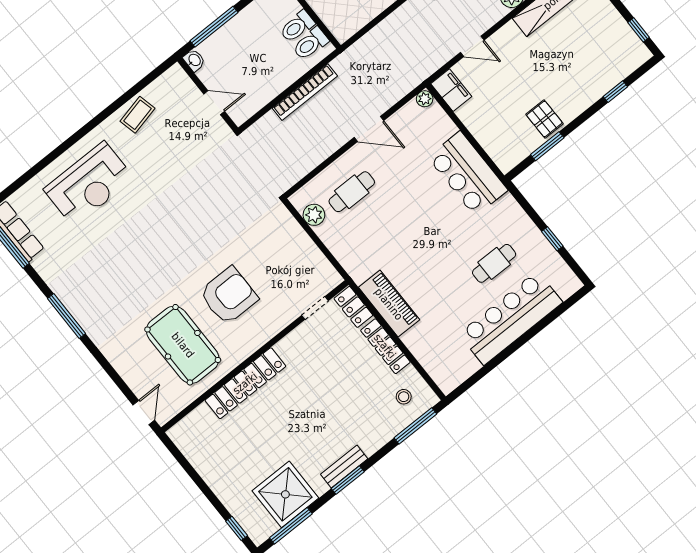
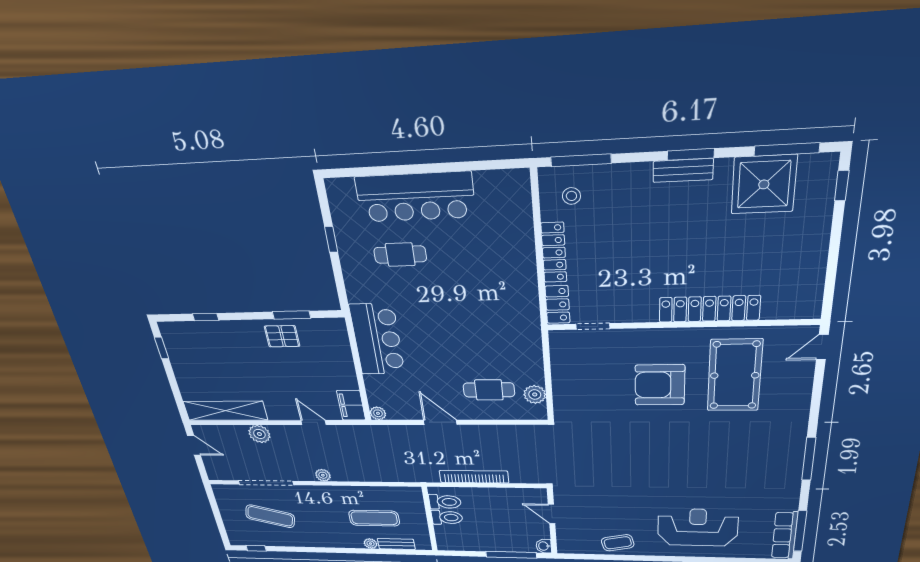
pallet: (544, 119) -> (282, 336), turned 90
piano: (389, 304) -> (523, 286), removed

